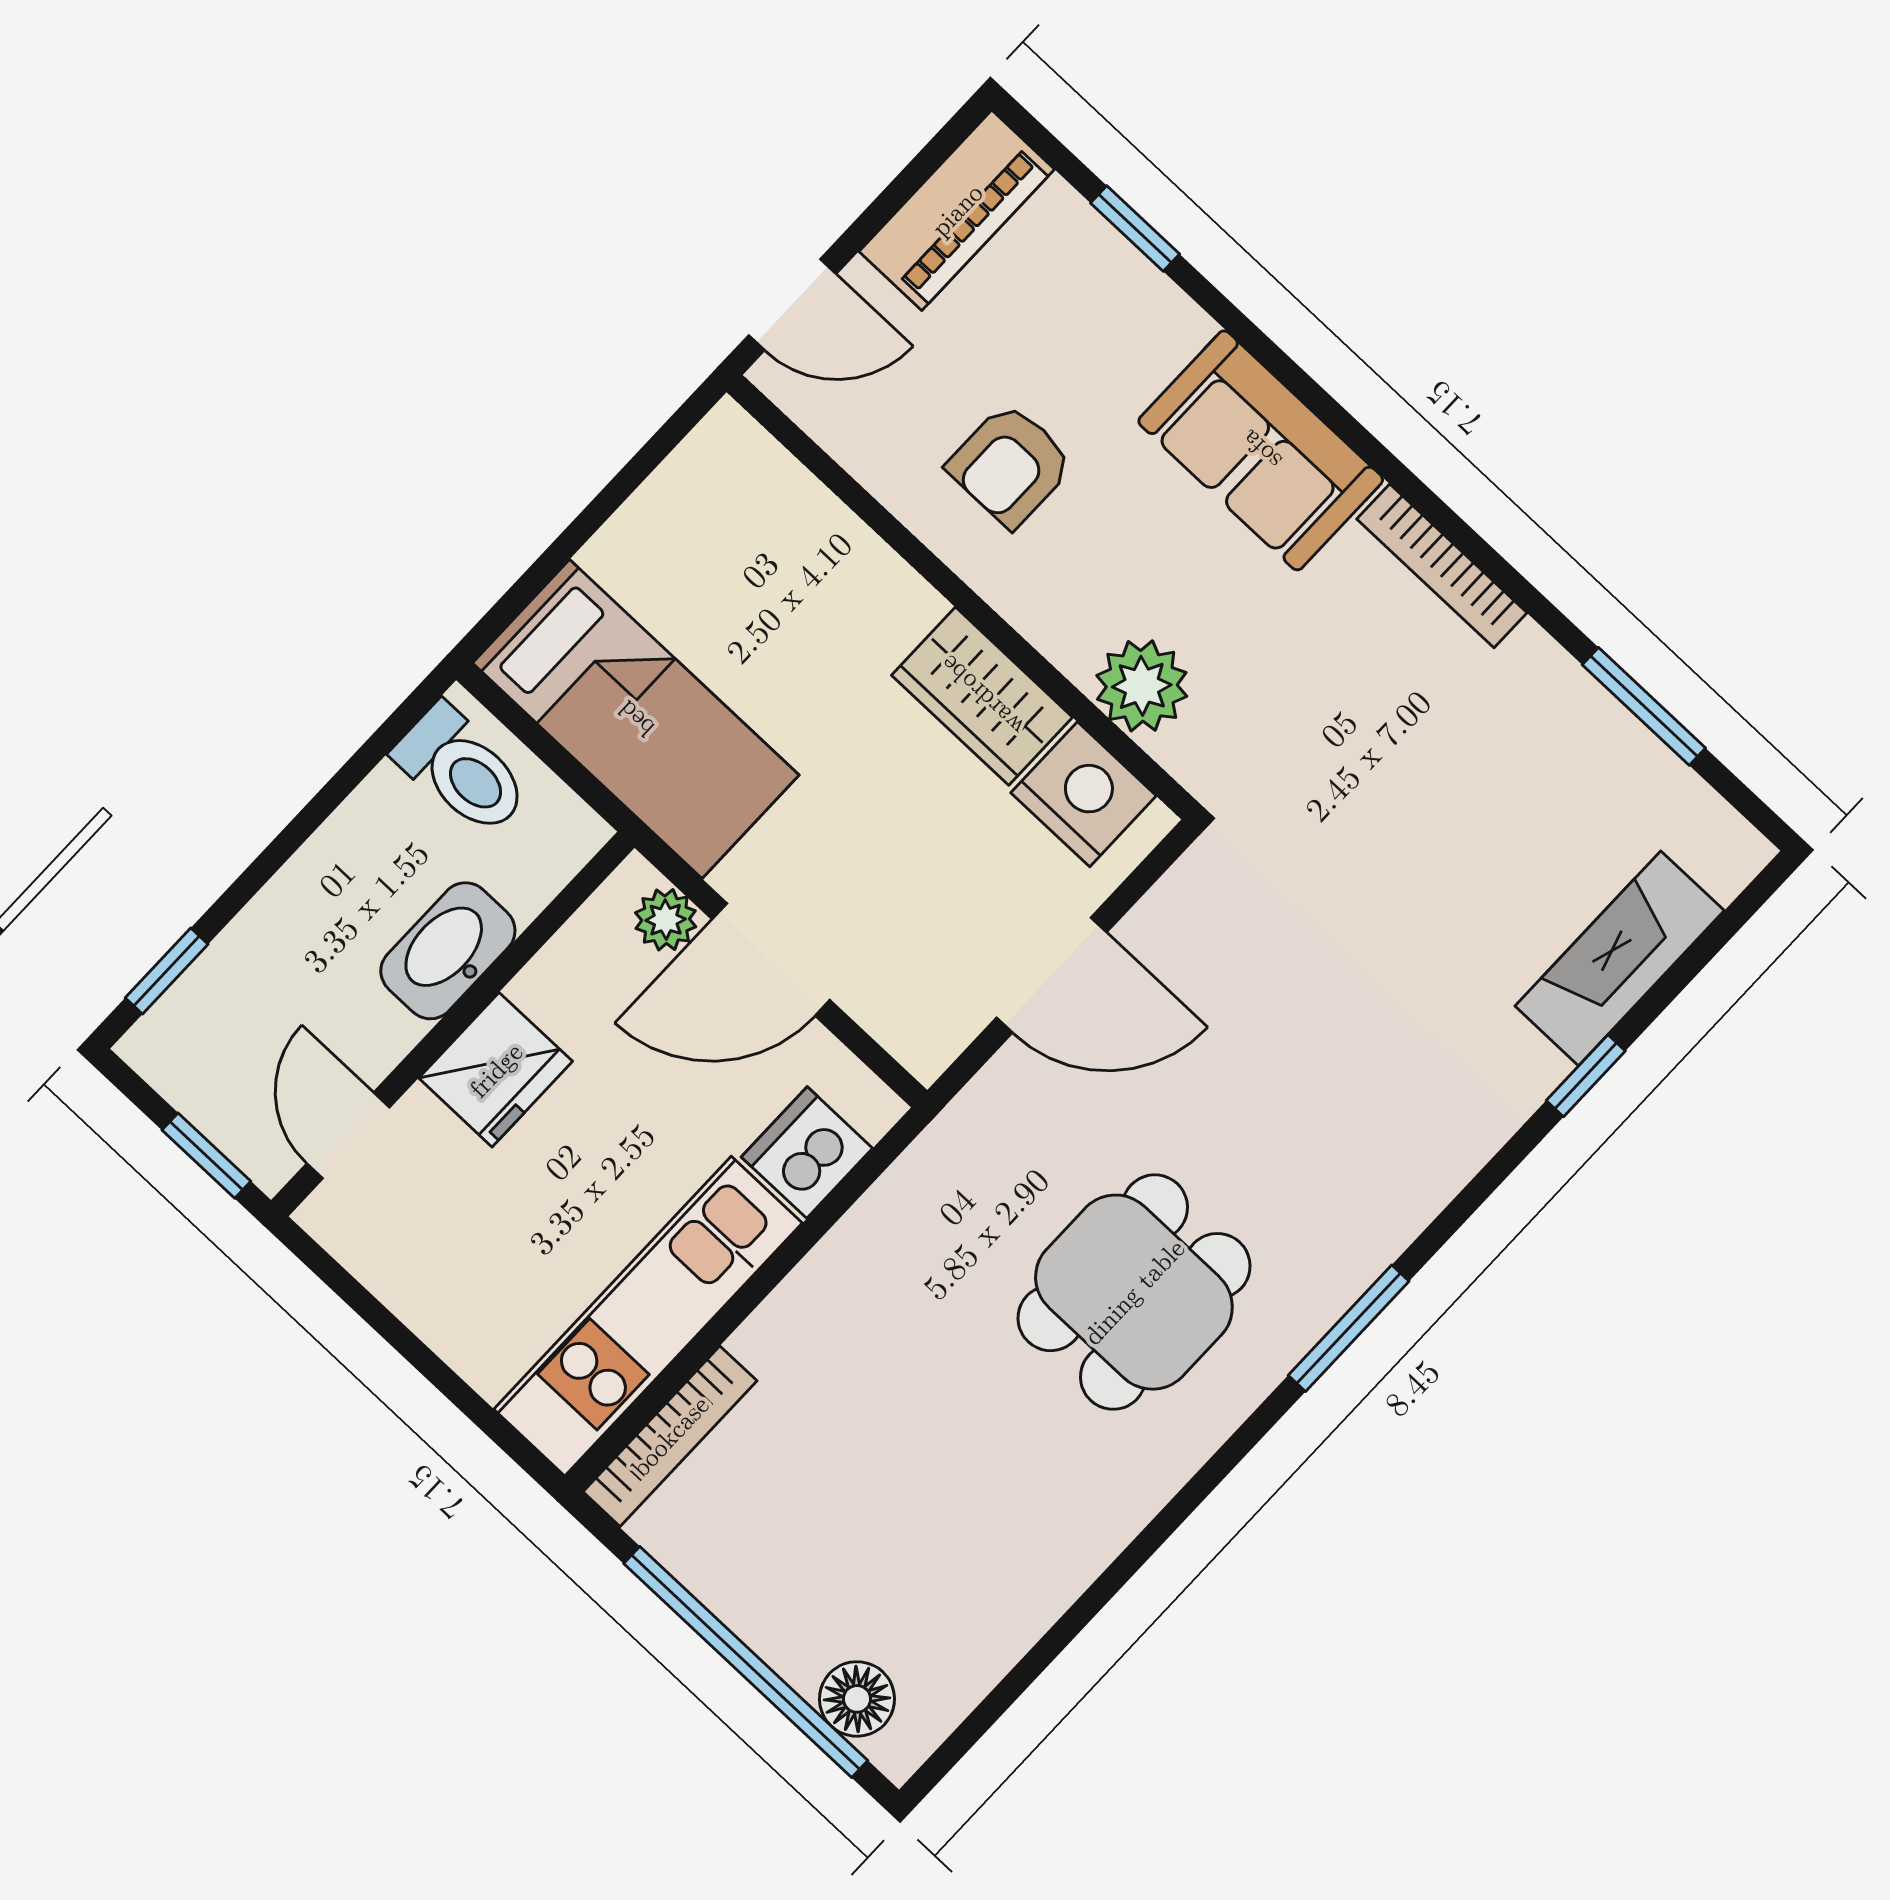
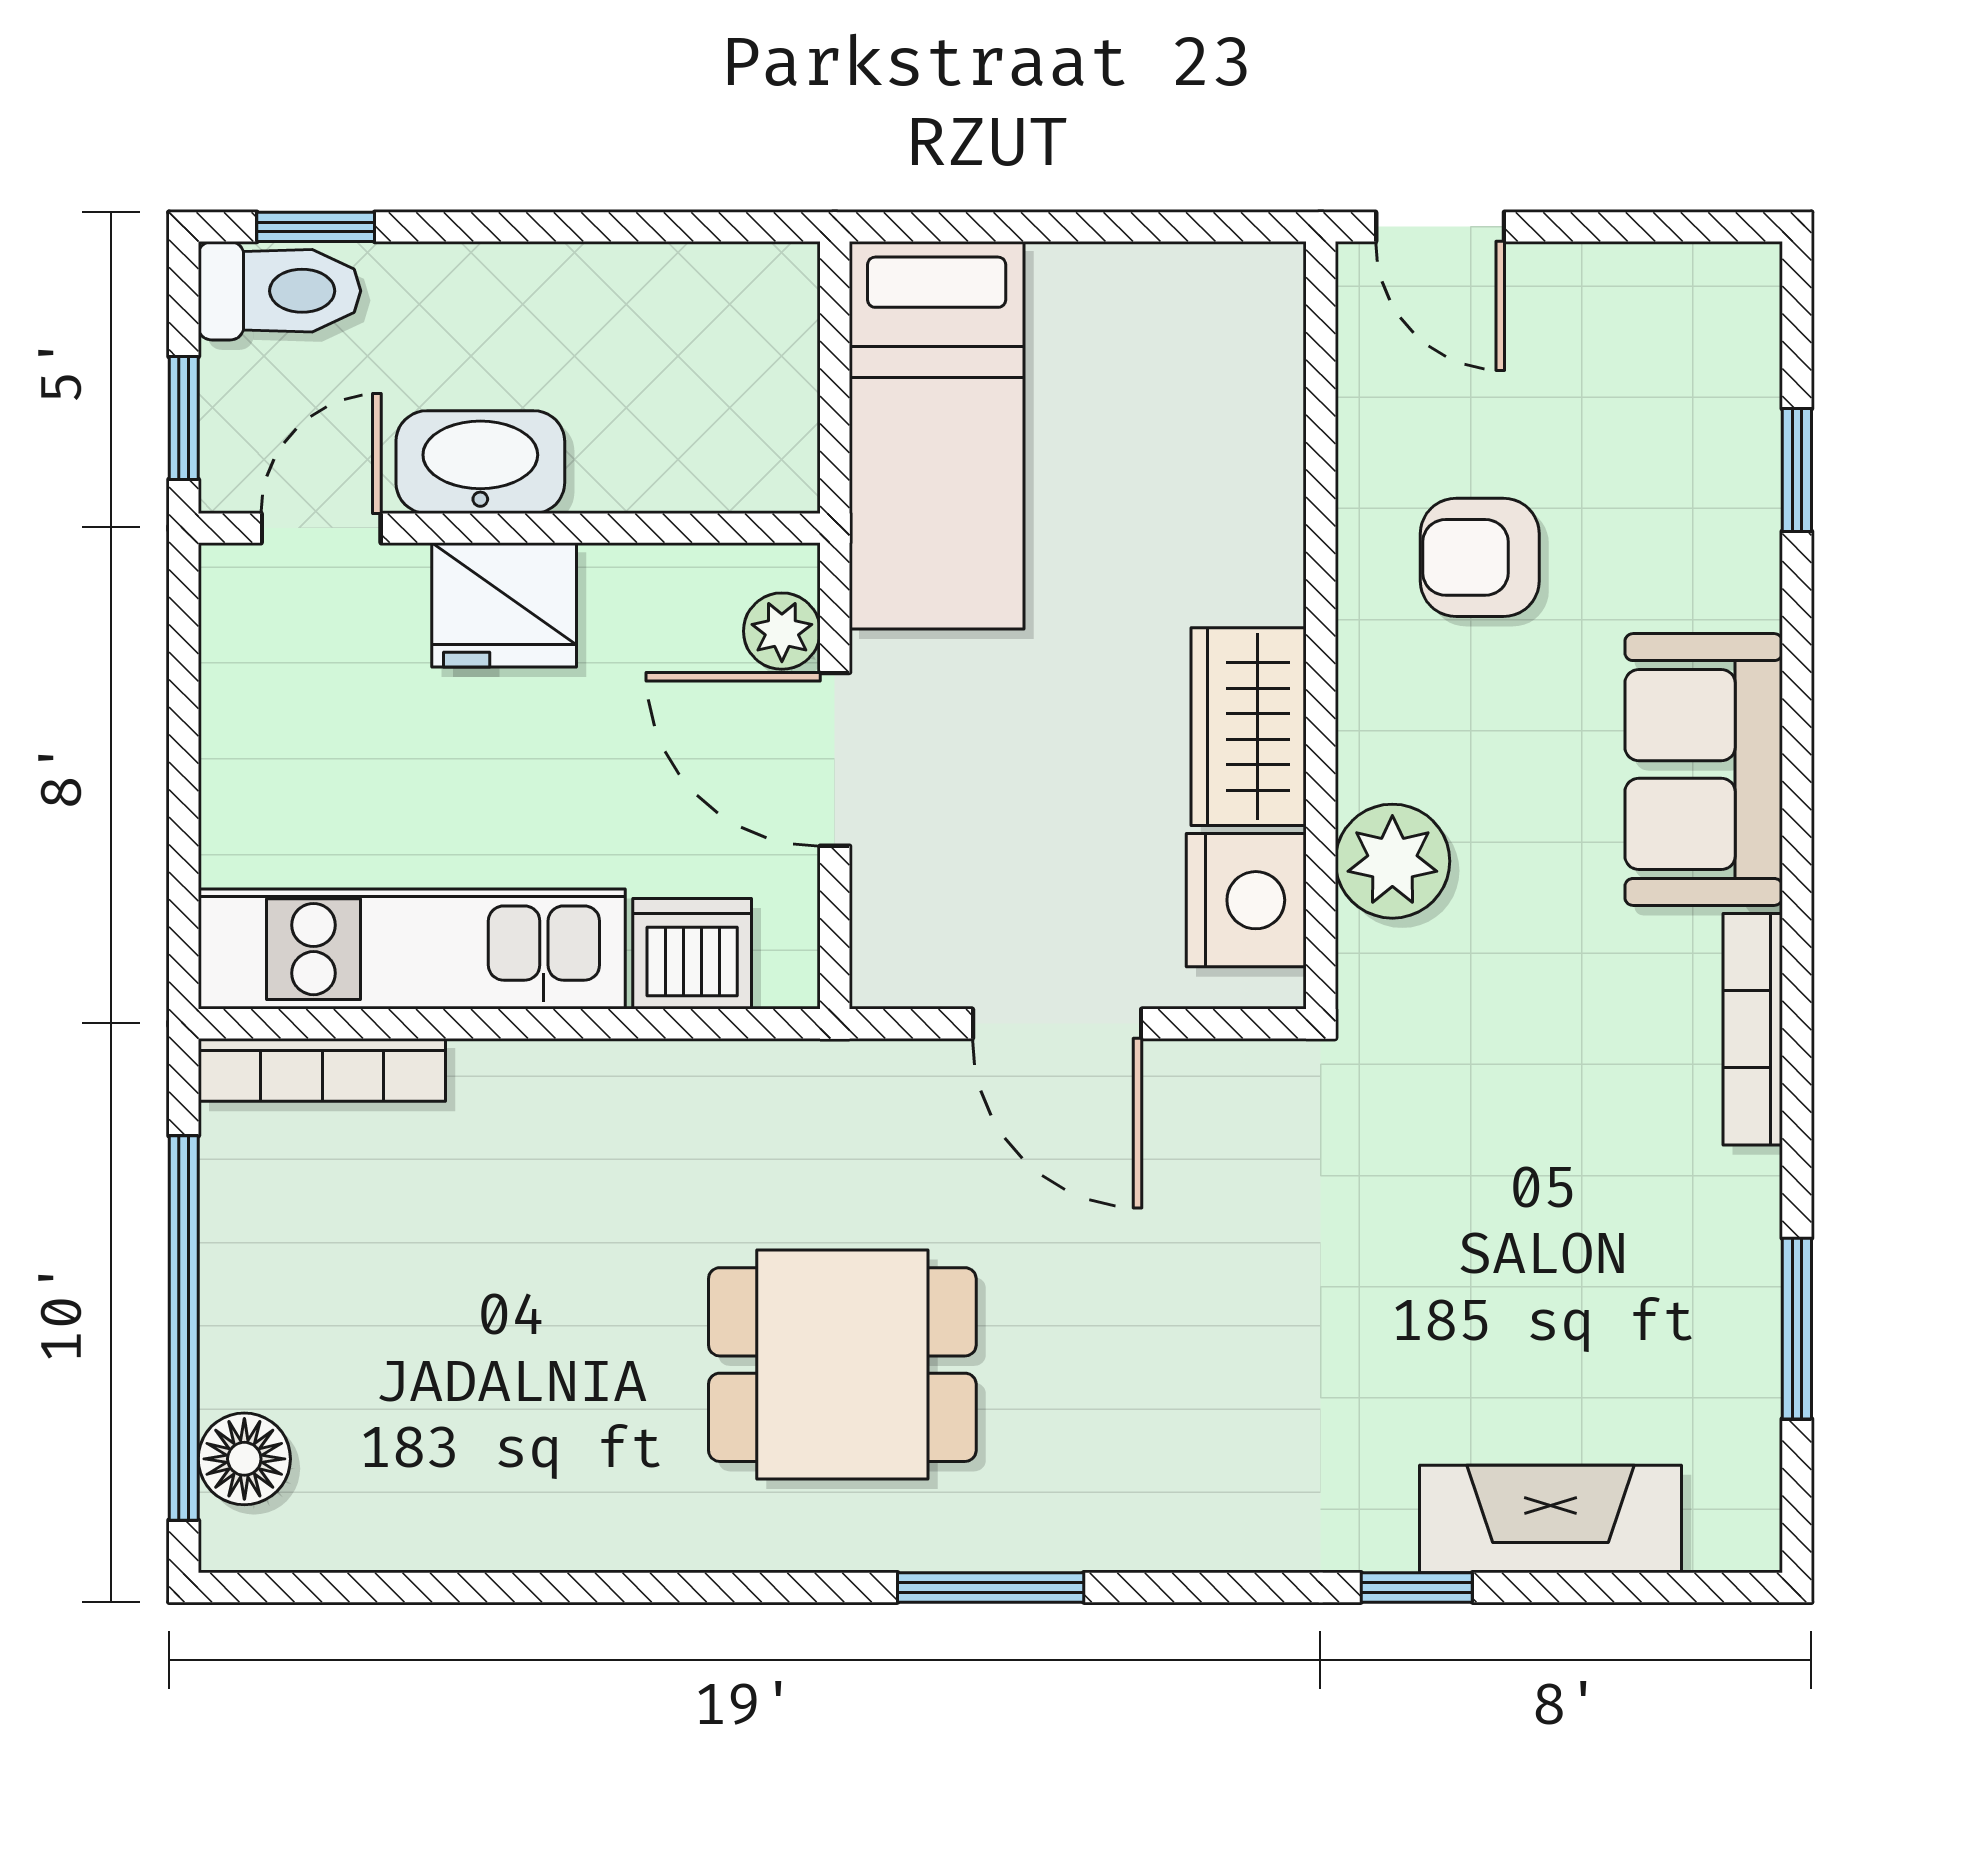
piano: (957, 210) -> (1663, 295), removed
toilet: (462, 770) -> (279, 291), moved, turned -90
washbasin: (448, 951) -> (480, 462), moved

